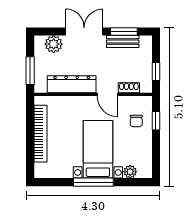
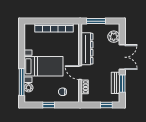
window: (156, 72) -> (106, 105), moved
door: (108, 94) -> (80, 73), hinge flipped
window: (156, 121) -> (49, 105), moved
window: (93, 182) -> (22, 82), moved

